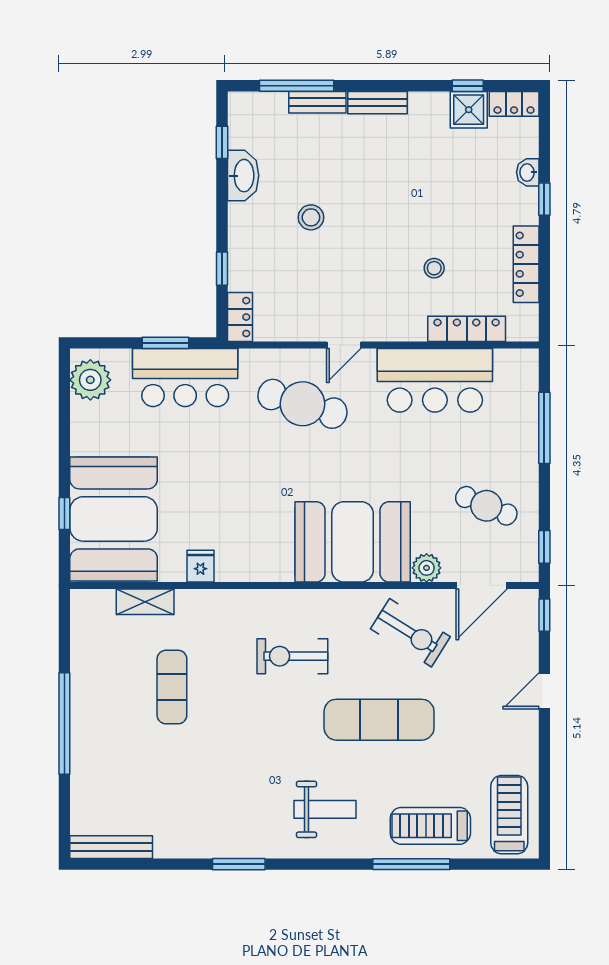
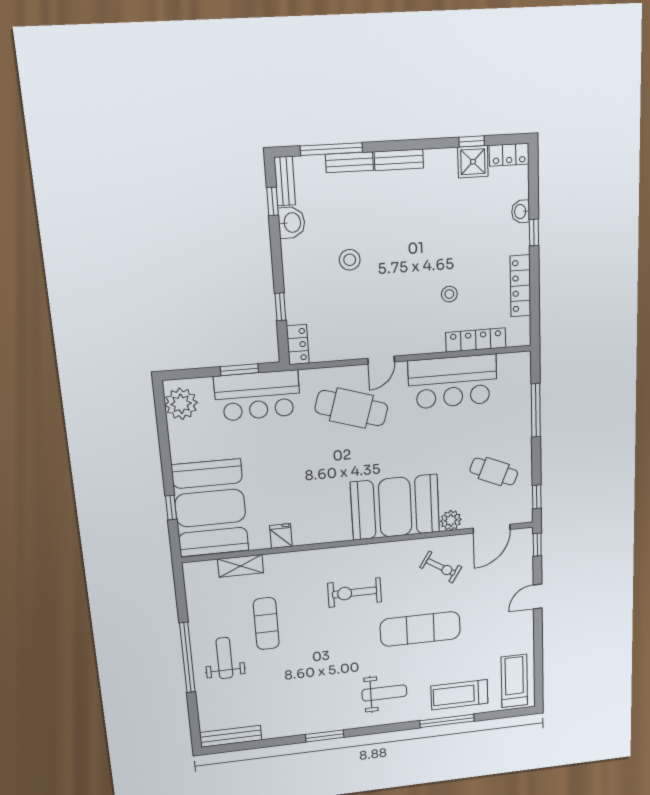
bench: (238, 120) -> (285, 181), added
washbasin: (243, 176) -> (292, 223), width x0.72
exercise bike: (410, 633) -> (441, 567), width x0.73, depth x0.72
weight bench: (113, 730) -> (224, 658), added

